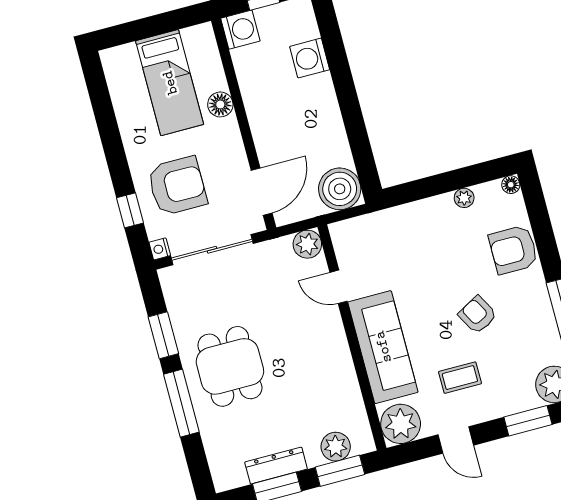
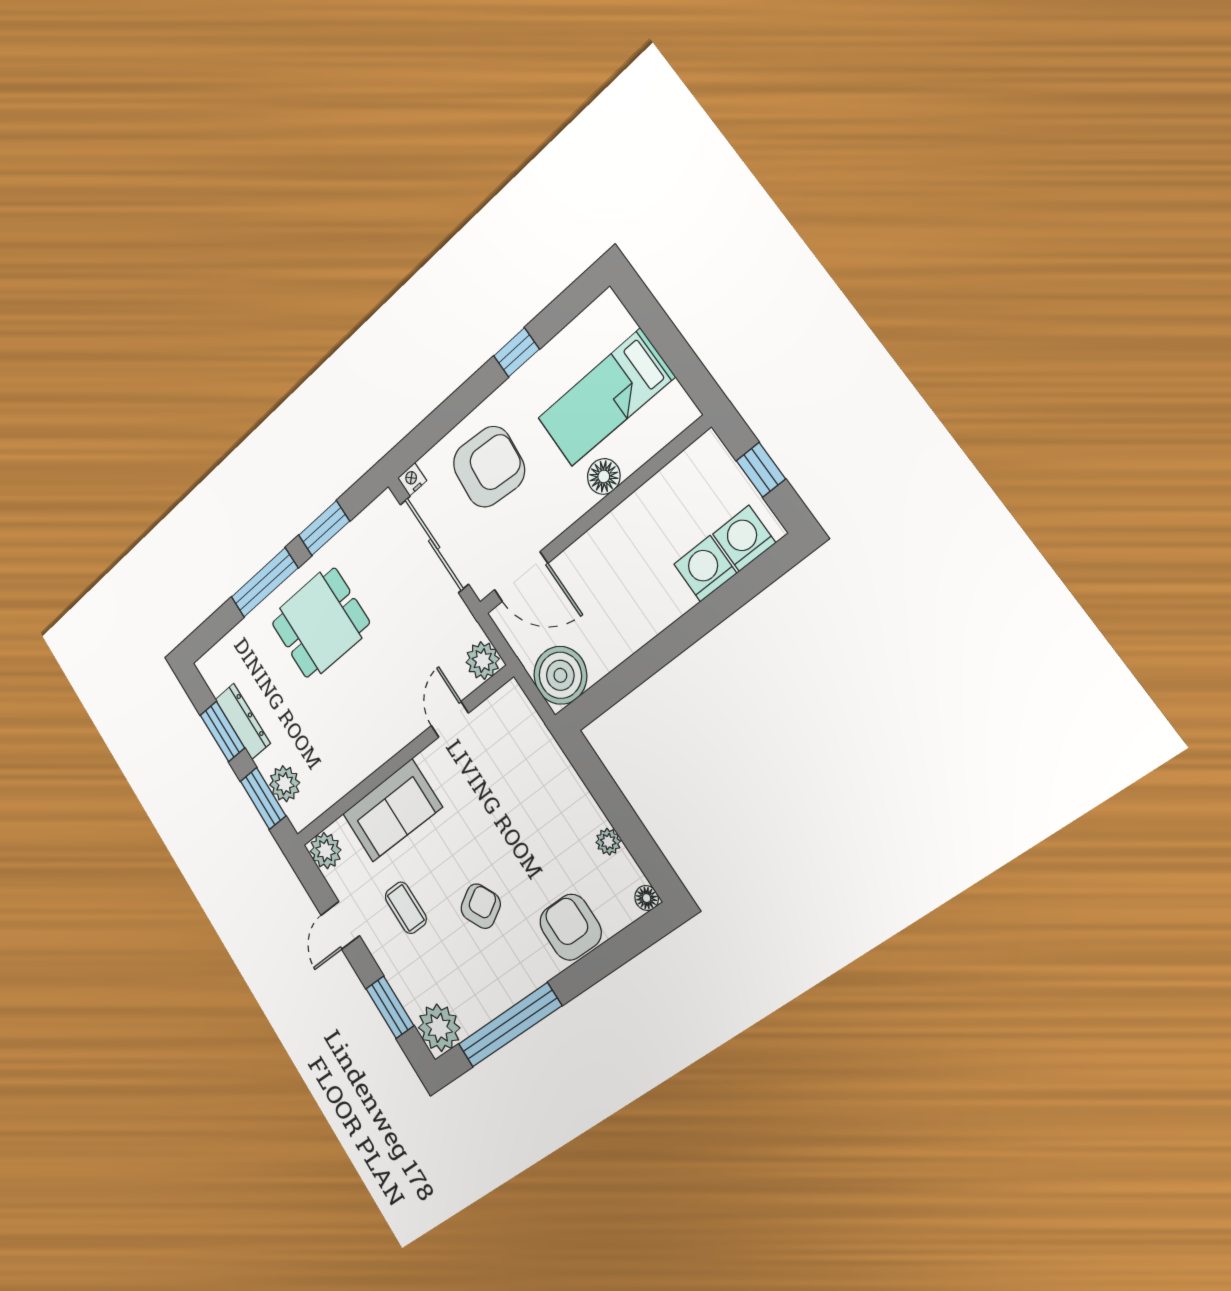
washing machine: (240, 30) -> (744, 538), moved, turned 180
armchair: (177, 186) -> (489, 467), turned -85
window: (130, 210) -> (516, 352), moved
sofa: (383, 347) -> (392, 810), width x0.73
plant: (401, 424) -> (326, 851), width x0.73, depth x0.73

